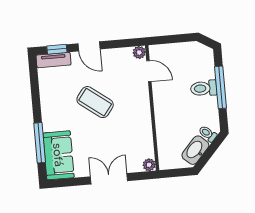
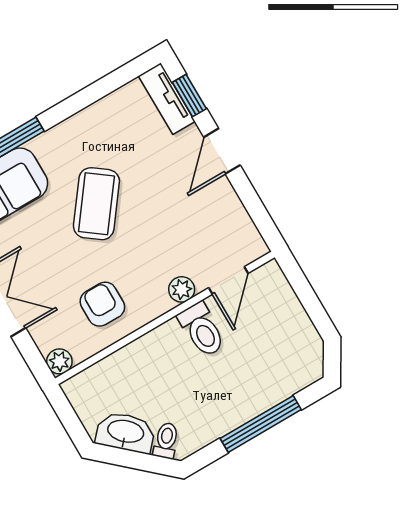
plant: (139, 52) -> (182, 289), moved
toilet: (204, 88) -> (202, 330), moved, turned 180
coffee table: (95, 102) -> (96, 204), moved
armchair: (133, 133) -> (102, 304), added

